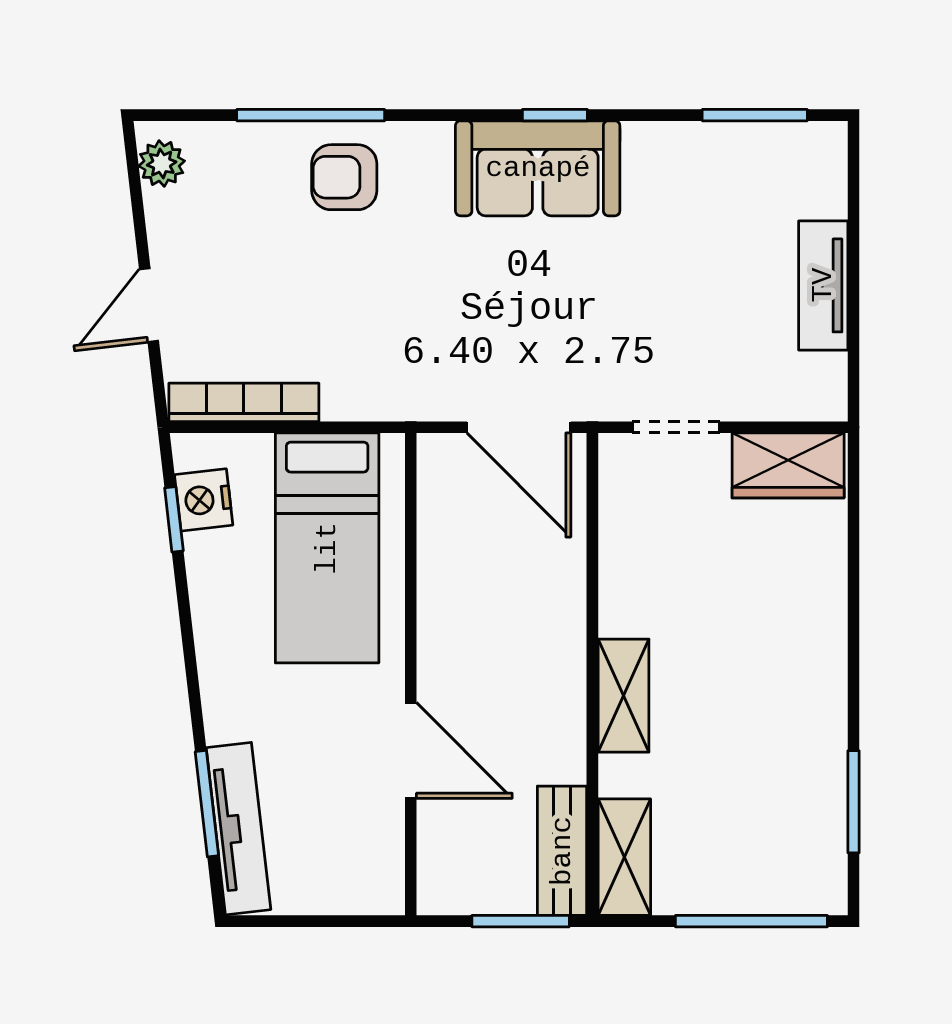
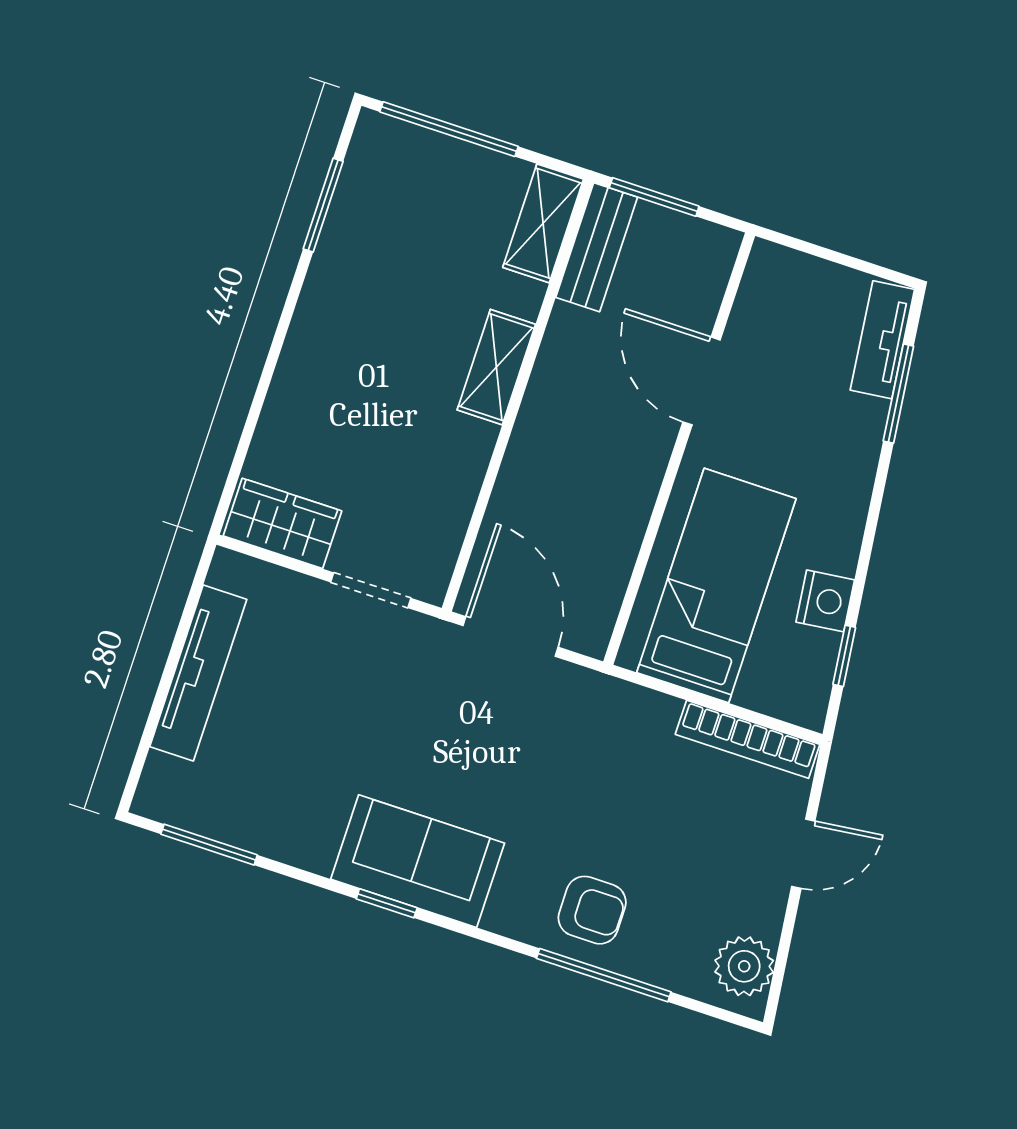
plant: (162, 164) -> (744, 966), width x1.38, depth x1.38
tv unit: (823, 285) -> (198, 673), width x1.41
nightstand: (204, 500) -> (825, 601), moved
tv unit: (238, 829) -> (882, 340), width x0.71

